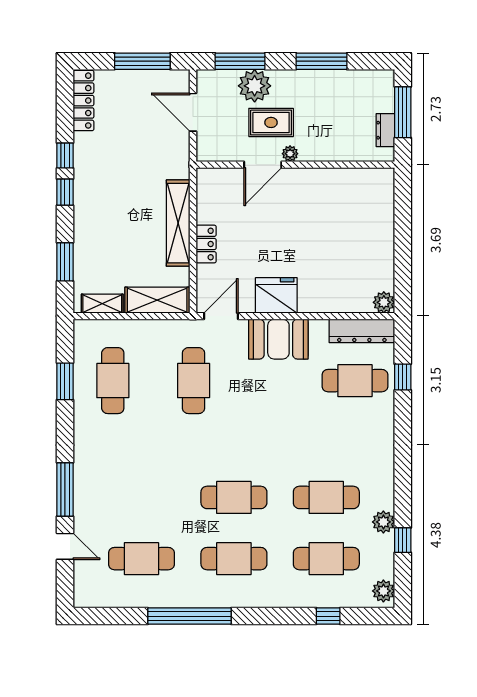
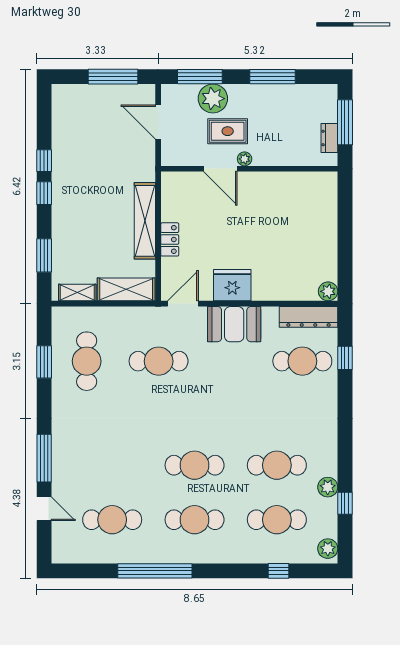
locker: (83, 101) -> (61, 112), removed
door: (263, 165) -> (220, 169), hinge flipped
cafe table: (194, 381) -> (159, 361), turned 90

